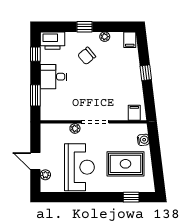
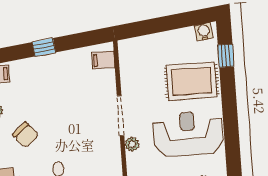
water cooler: (143, 140) -> (204, 32), moved
rug: (125, 164) -> (192, 81), moved, turned 90

